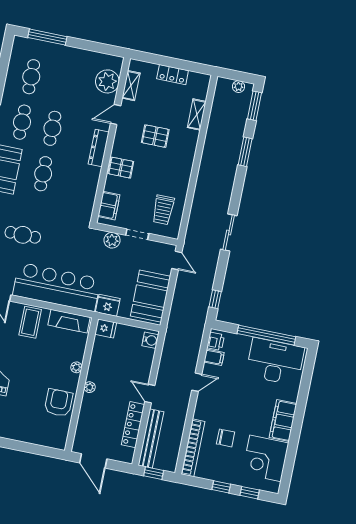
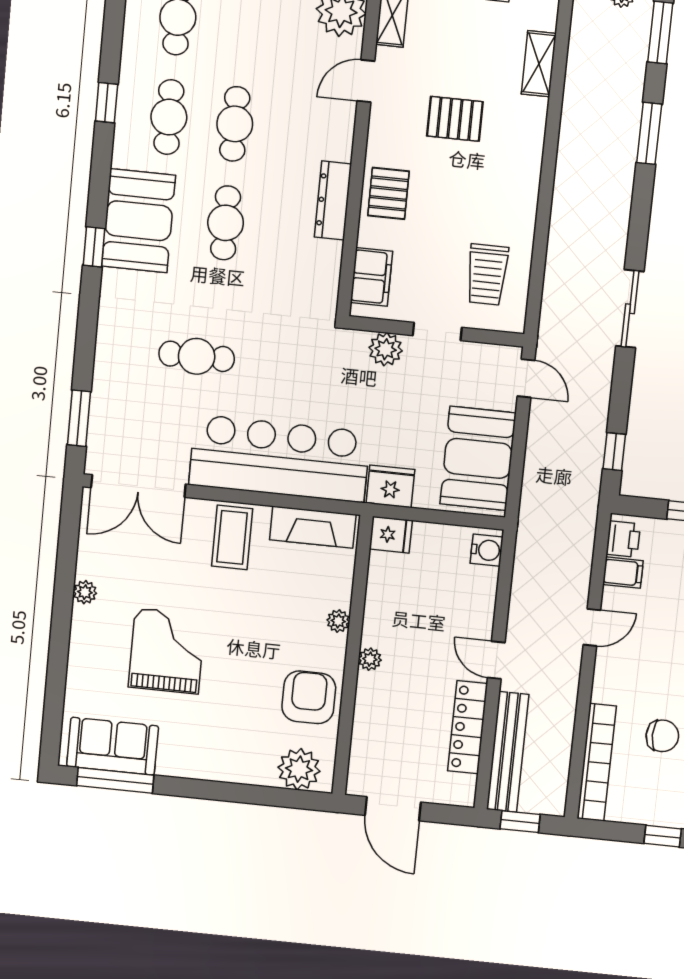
dresser: (99, 148) -> (333, 201), moved
pallet: (121, 168) -> (388, 193), turned 90
plant: (50, 437) -> (299, 769), added

